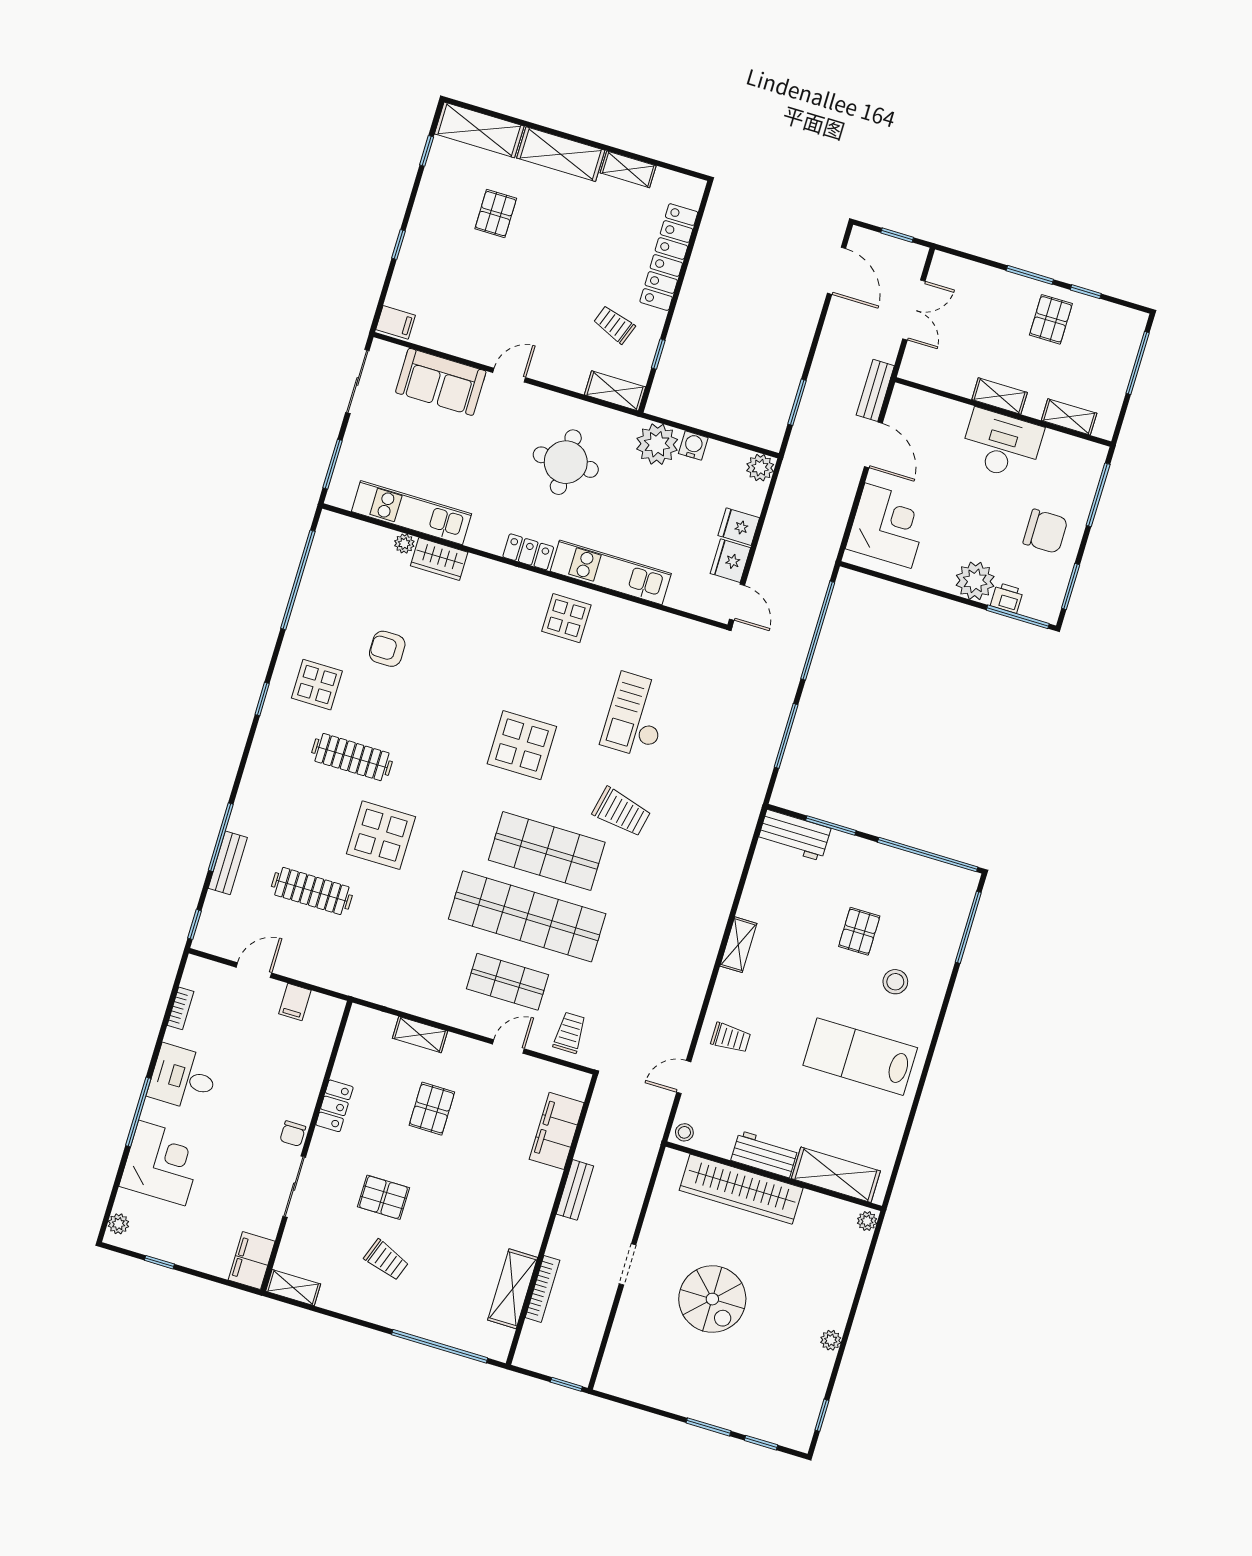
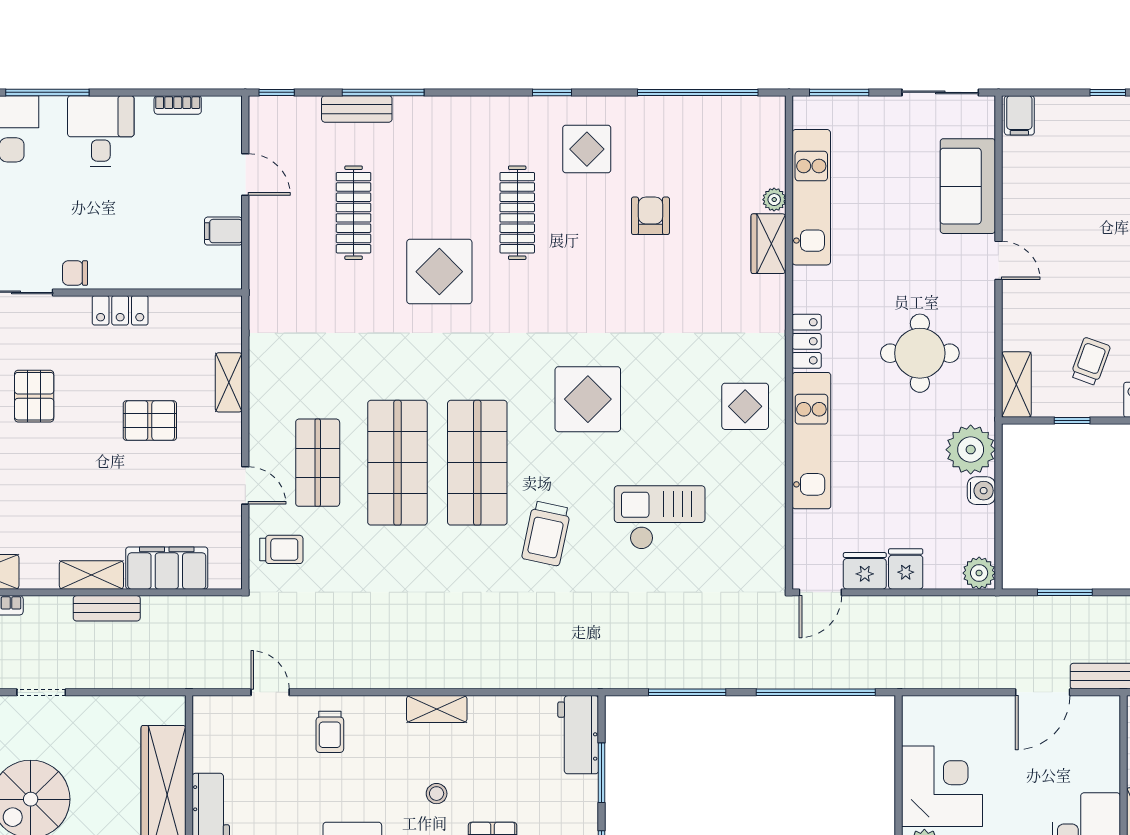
corner desk: (888, 526) -> (942, 786), moved, turned -90
shop shelf: (527, 916) -> (397, 463), width x0.71
stool: (684, 1132) -> (437, 794), moved
shelving: (544, 1194) -> (91, 575), added

